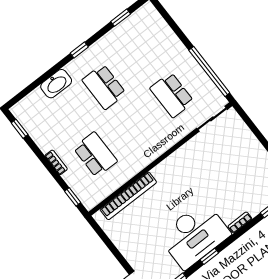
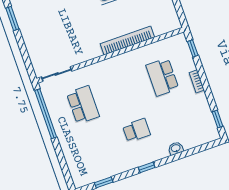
washbasin: (56, 84) -> (176, 148), width x0.52, depth x0.69
school desk: (104, 87) -> (136, 130), width x0.54
bookcase: (128, 196) -> (127, 41), moved

